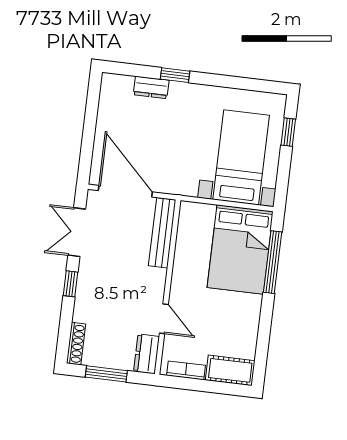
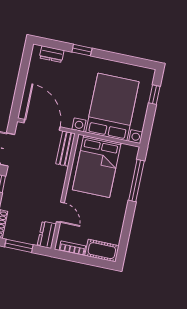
dresser: (151, 87) -> (52, 54), moved
bed with nightstands: (241, 157) -> (112, 107), width x1.36
bench: (162, 233) -> (66, 149), width x0.73
bed: (240, 249) -> (97, 166), moved

